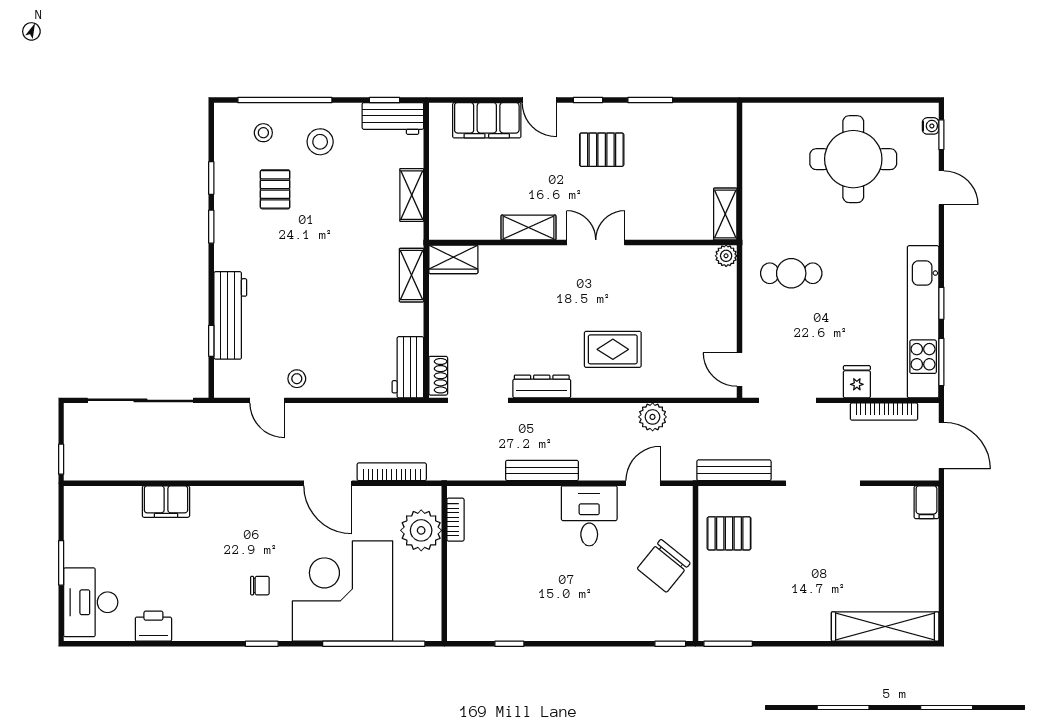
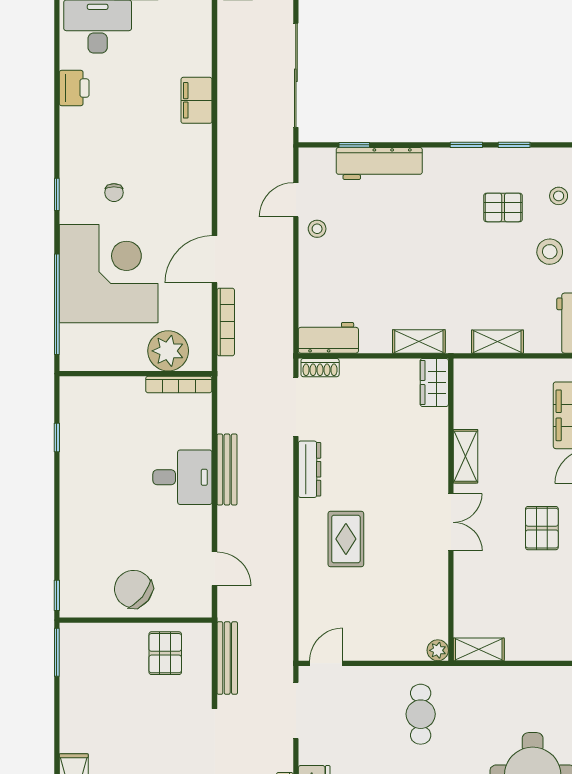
plant: (653, 417) -> (280, 578), removed
desk: (589, 516) -> (182, 477), moved
bookcase: (455, 520) -> (179, 385), width x1.56

